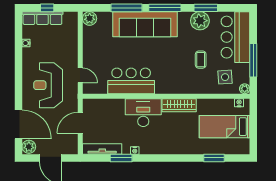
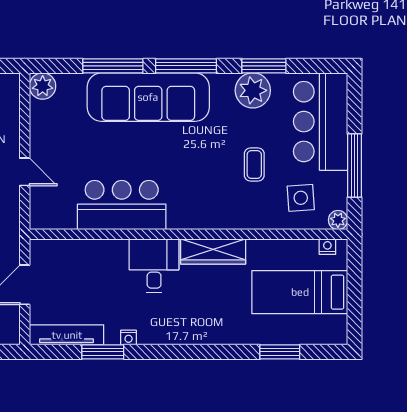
door: (80, 75) -> (25, 172), moved
desk: (143, 113) -> (154, 266), width x0.73

